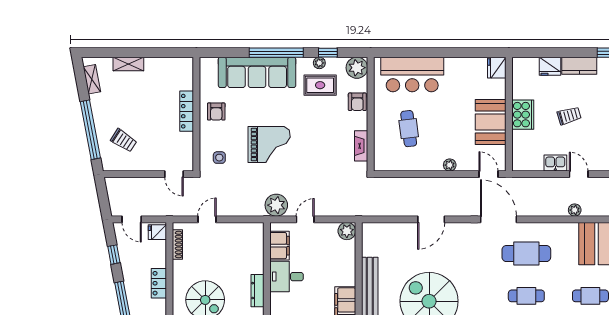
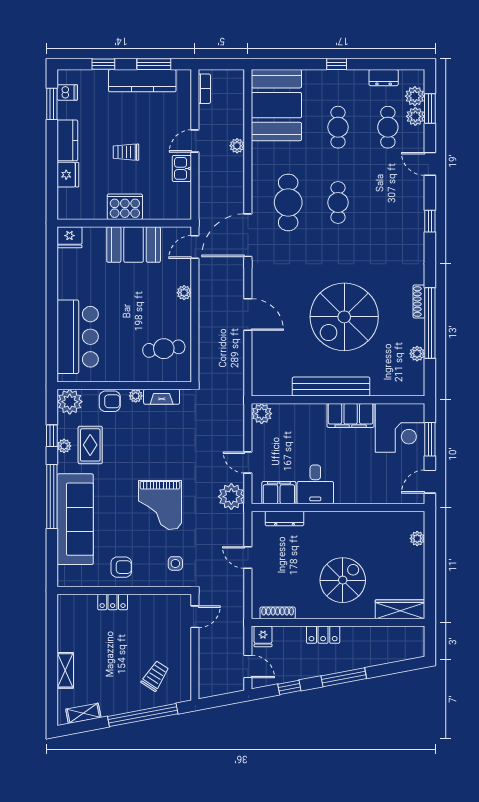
locker: (187, 111) -> (113, 602), width x0.66
trolley: (569, 116) -> (126, 152), turned -74
plant: (362, 124) -> (136, 396), added
cafe table: (409, 129) -> (164, 349), moved
grand piano: (269, 144) -> (160, 505), turned 180
door: (132, 219) -> (248, 667), hinge flipped
door: (207, 219) -> (248, 558), moved
dresser: (258, 291) -> (285, 518), moved

